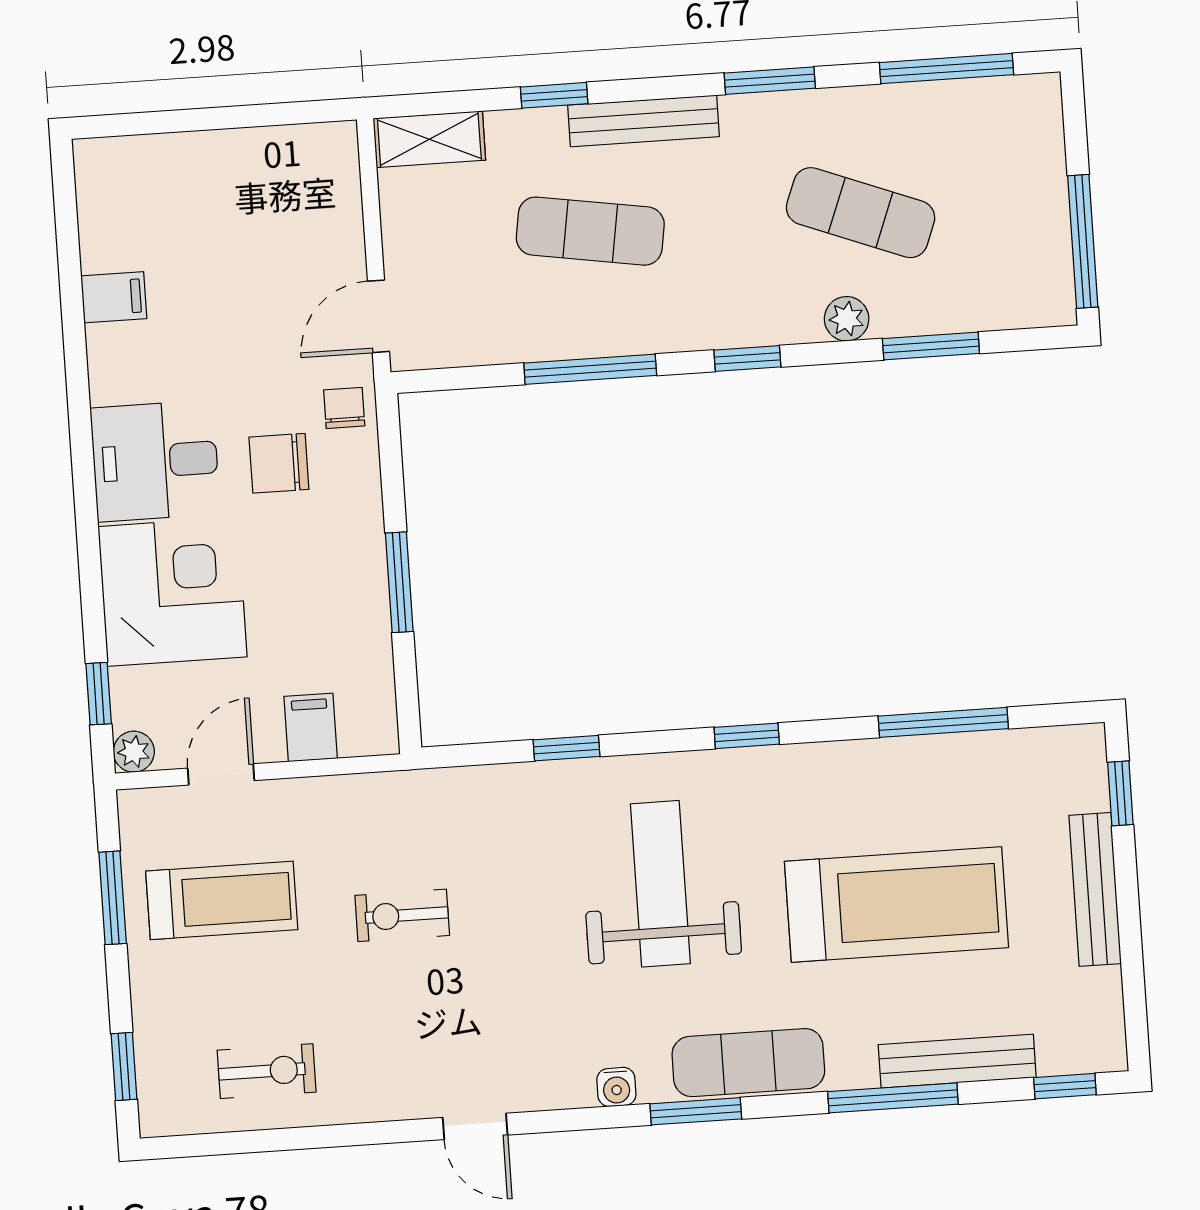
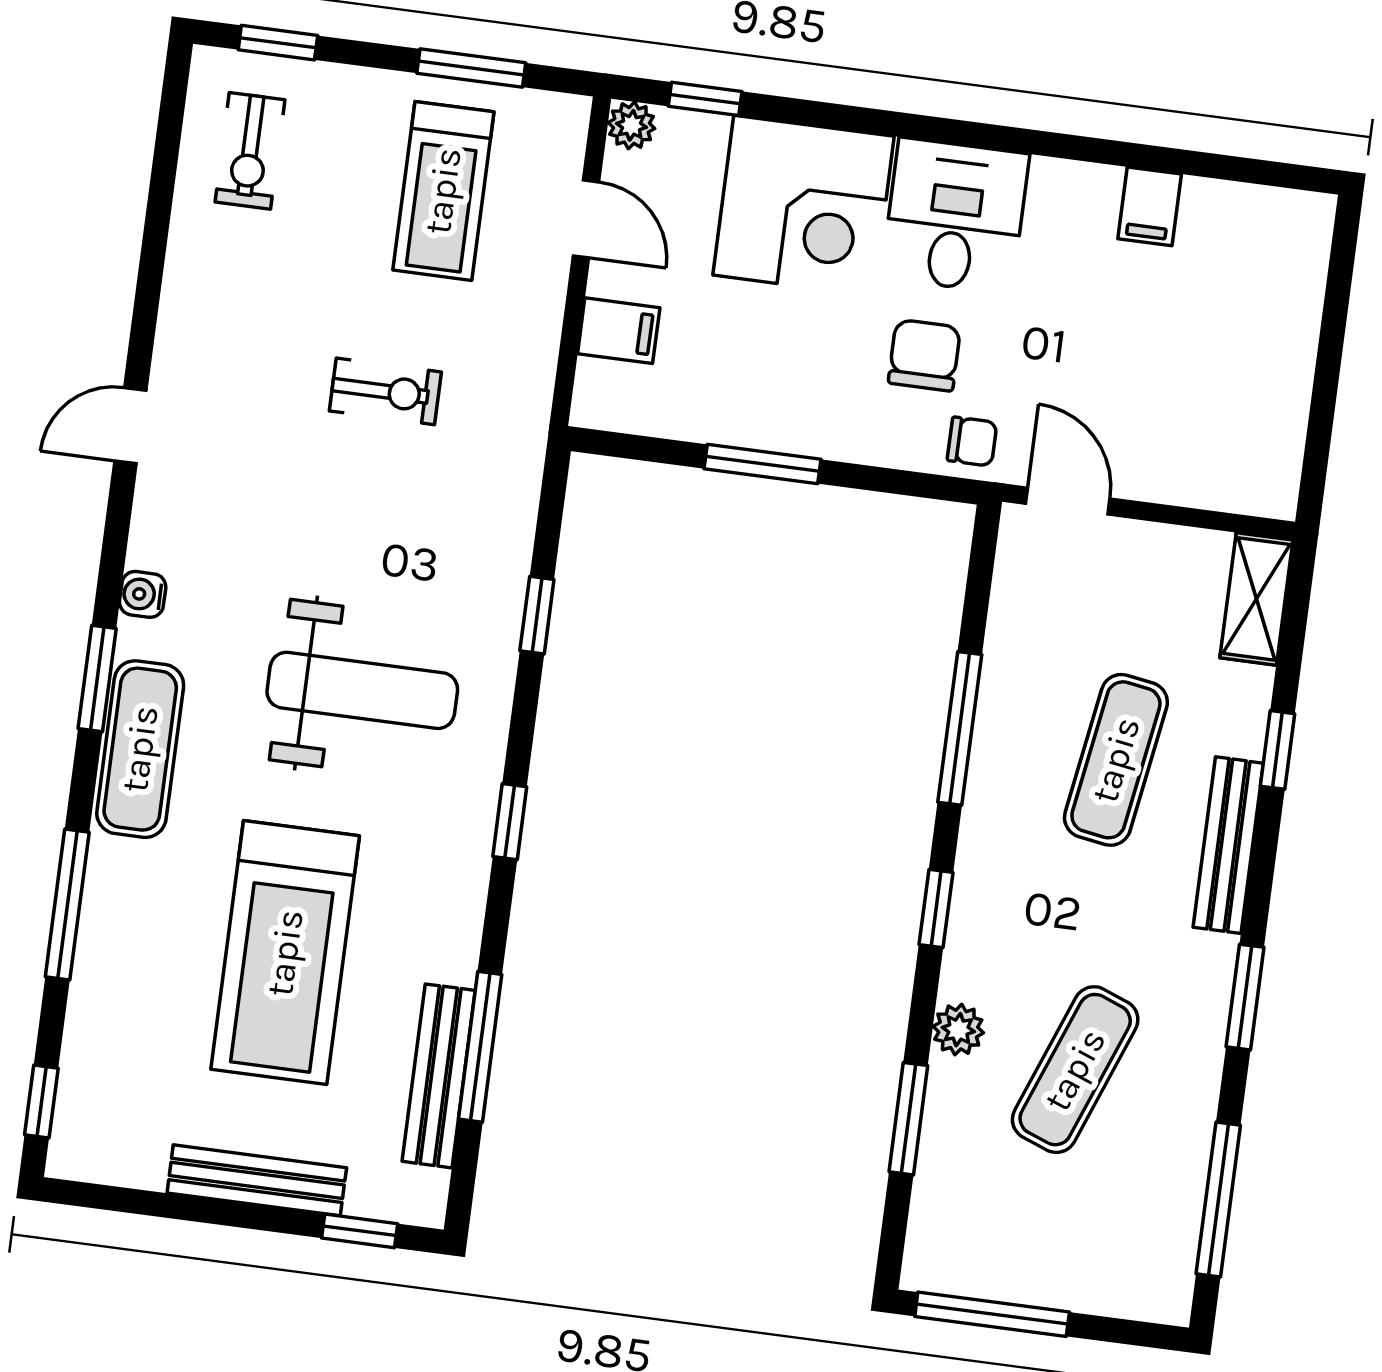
exercise bike: (402, 915) -> (385, 391), turned 90
bench: (957, 1061) -> (439, 1076), moved
exercise bike: (267, 1071) -> (250, 151), moved

